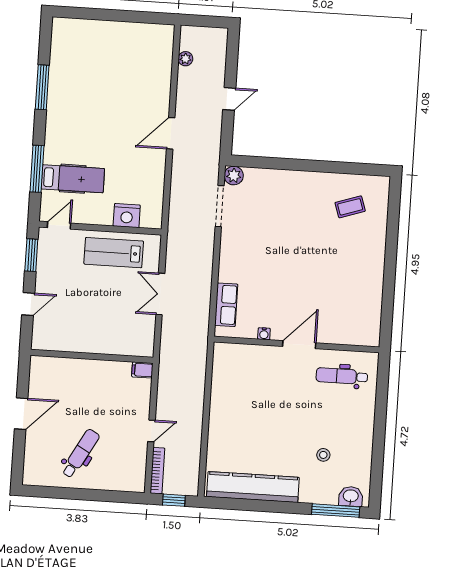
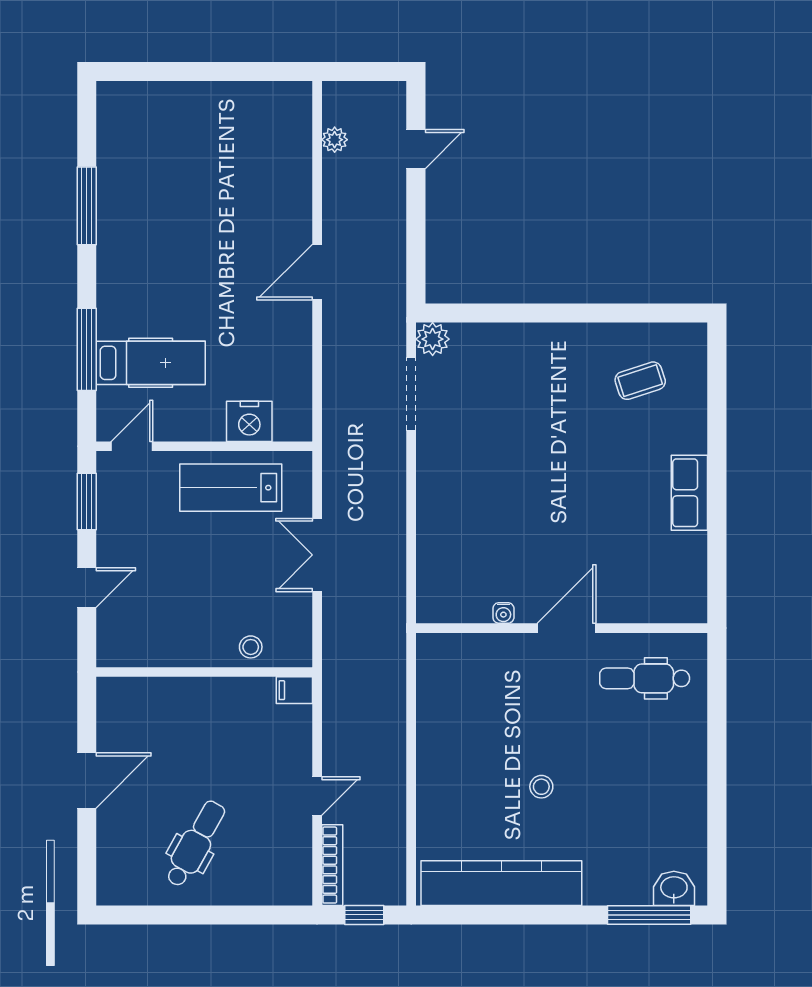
door: (229, 99) -> (416, 149), moved
row of seats: (226, 305) -> (689, 493), moved, turned 180
stool: (119, 344) -> (251, 647), added
stool: (323, 455) -> (541, 787), moved

